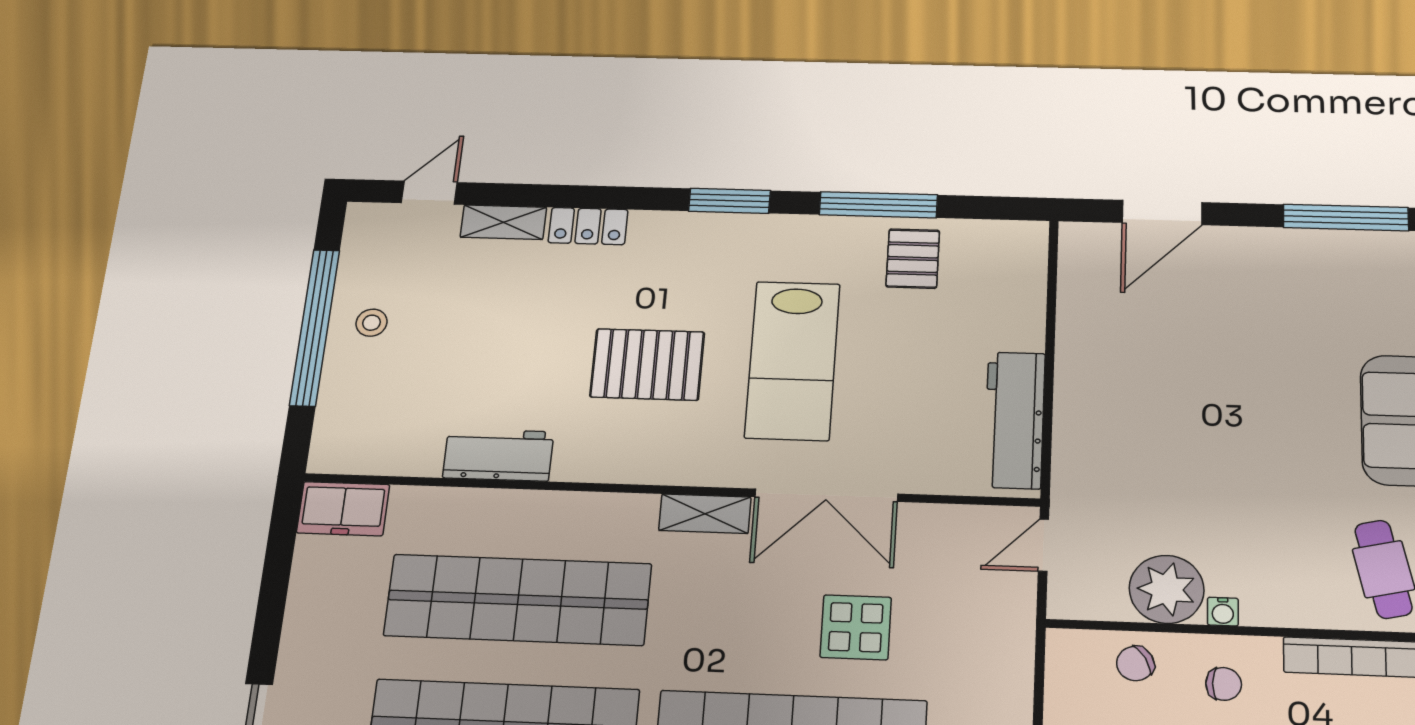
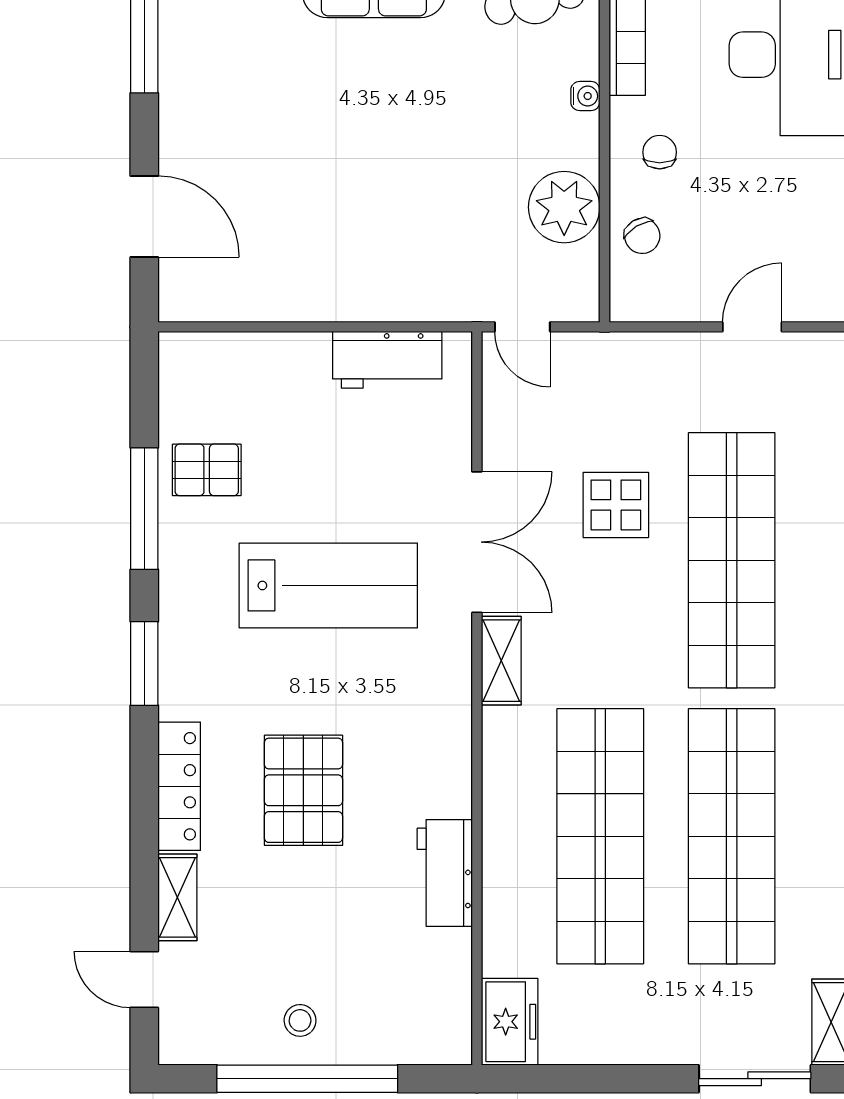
locker: (588, 226) -> (179, 786), width x1.53
pallet: (647, 364) -> (303, 790), moved
workbench: (1014, 420) -> (387, 360), width x0.73
water cooler: (1223, 612) -> (585, 96), moved

